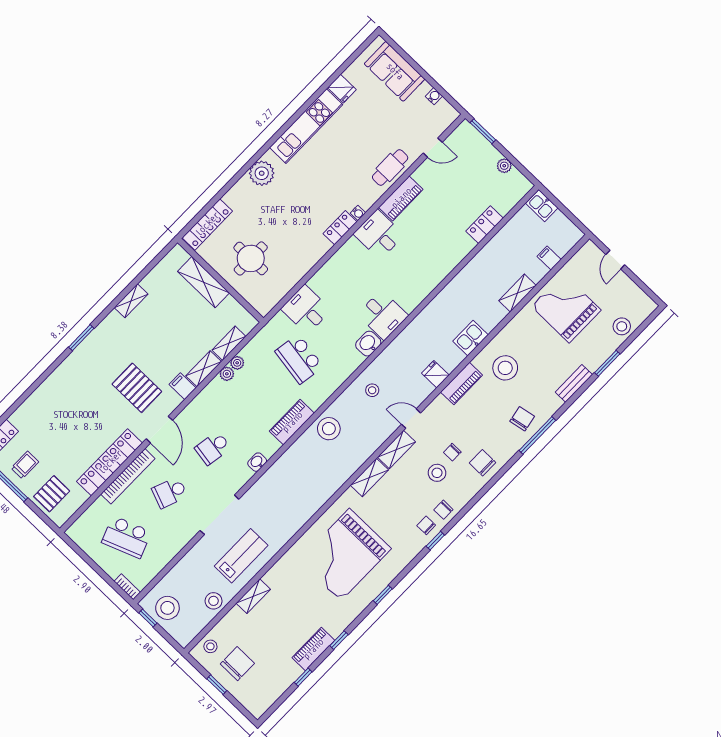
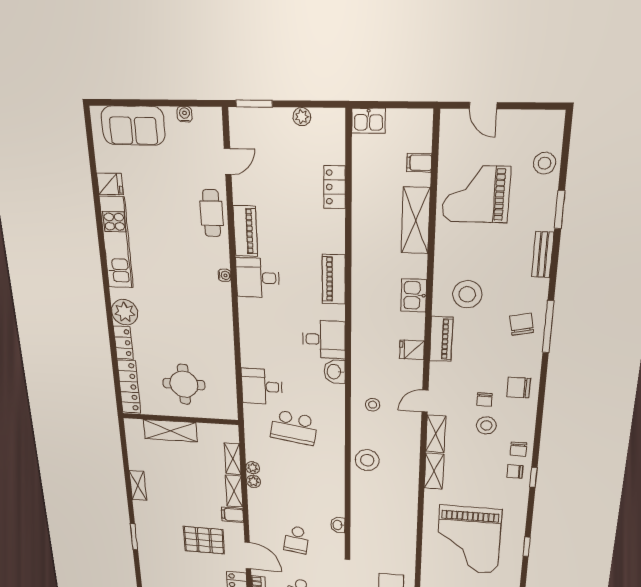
locker: (340, 228) -> (123, 343), moved, turned 180
shelving: (517, 293) -> (416, 220), width x1.50, depth x1.33
piano: (292, 422) -> (334, 279), moved

